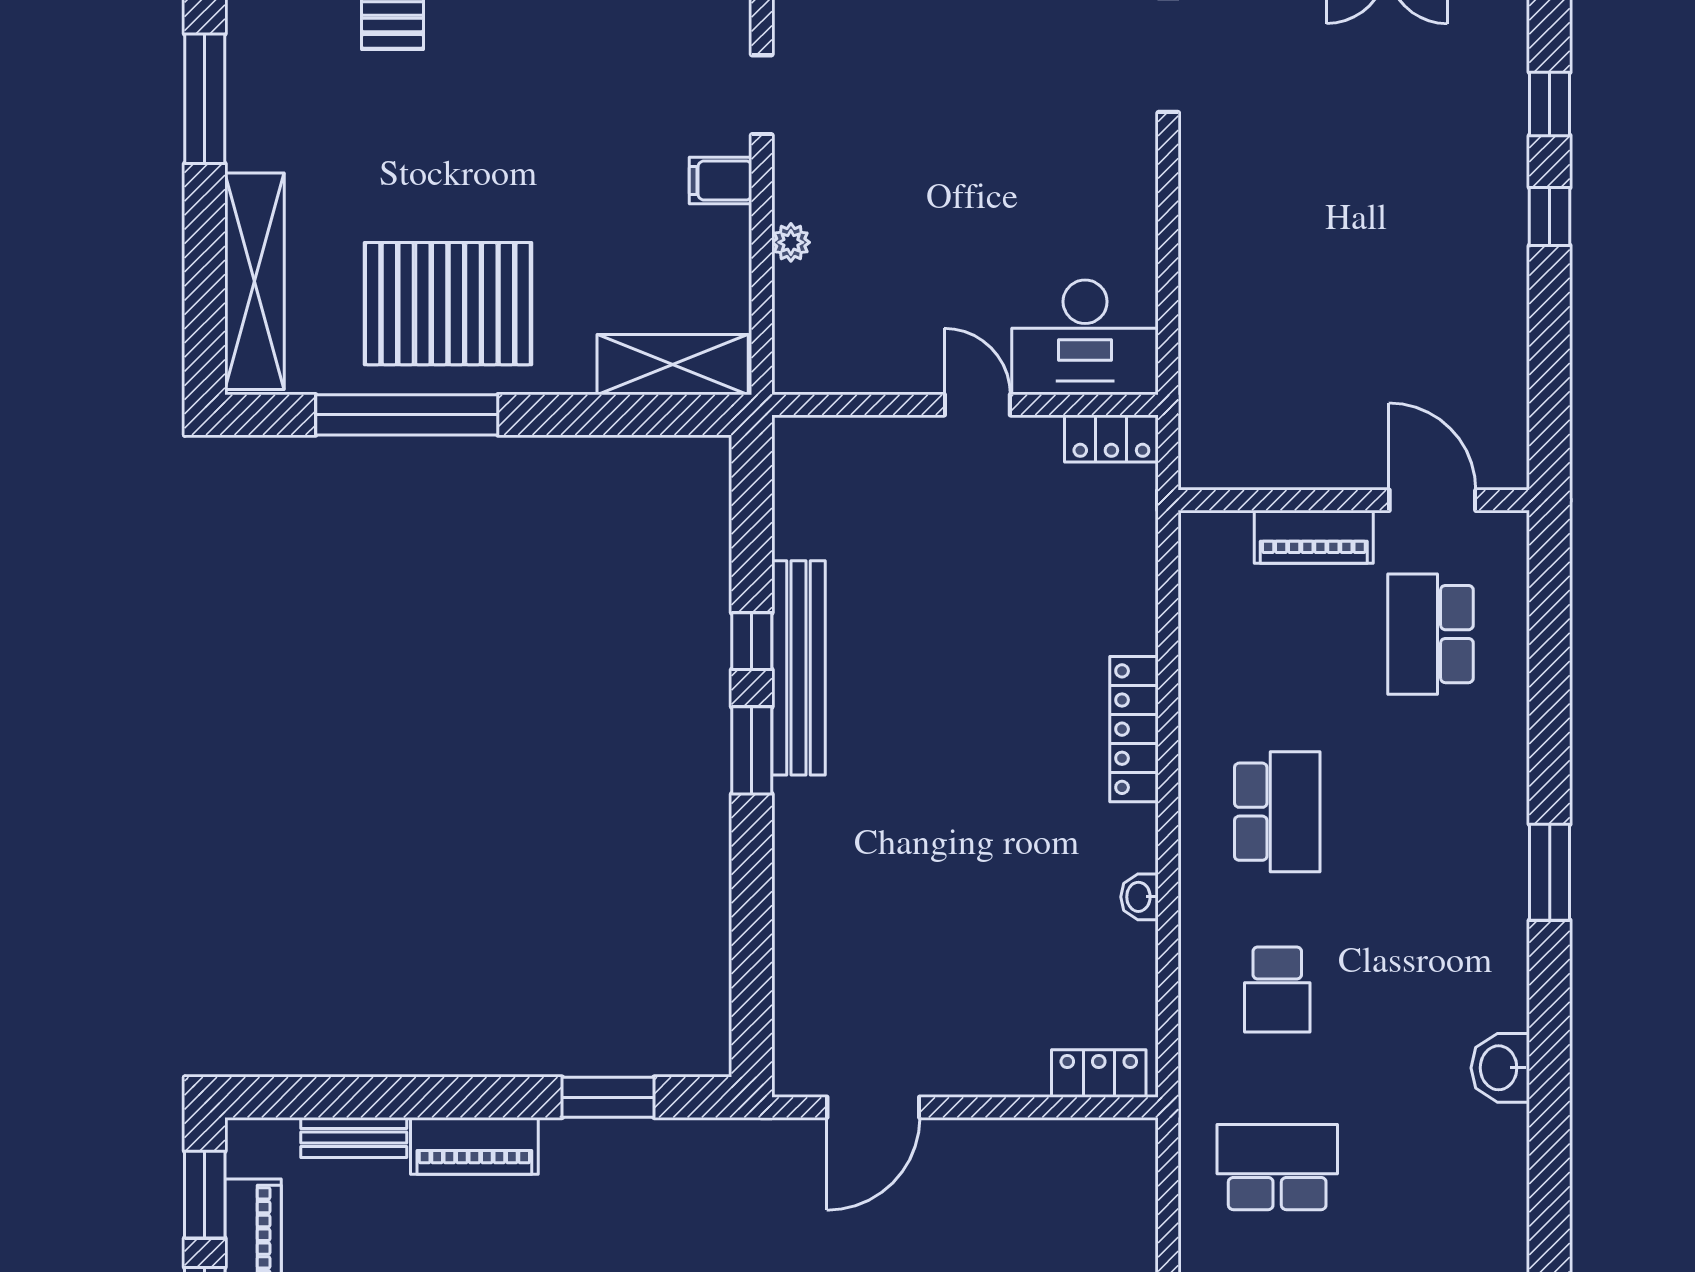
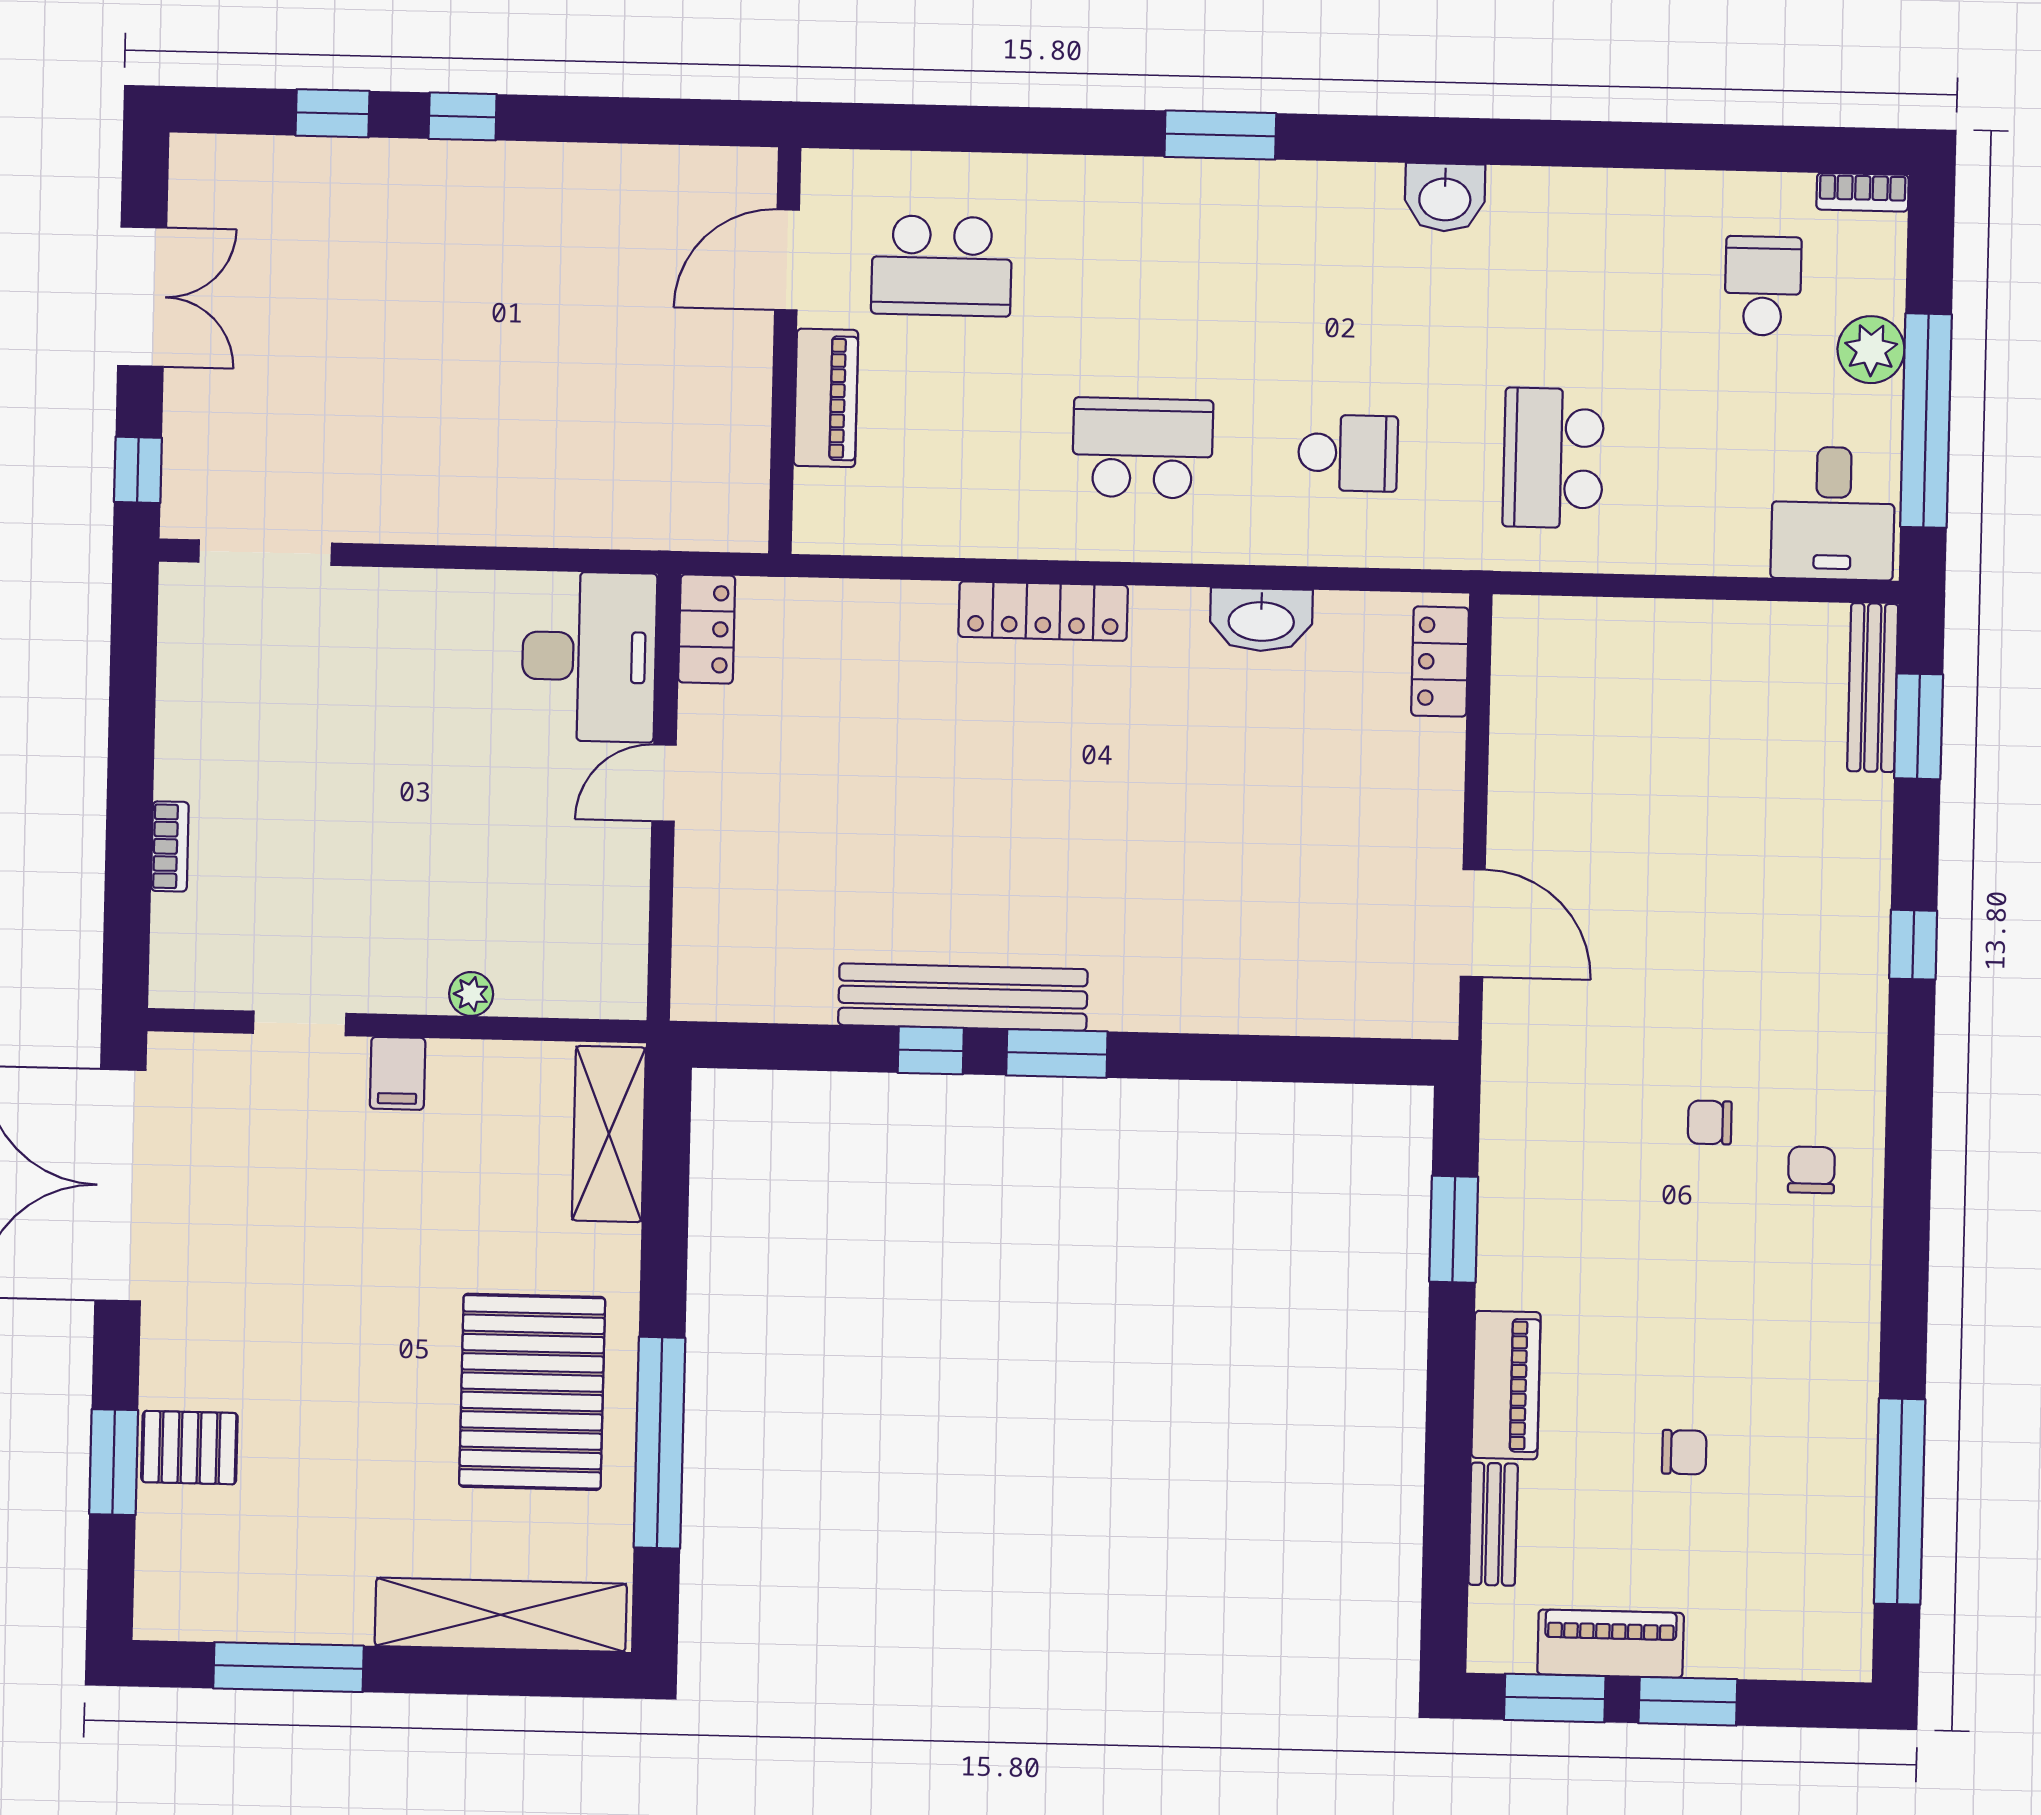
washbasin: (1140, 897) -> (1261, 620), width x1.91, depth x1.45

